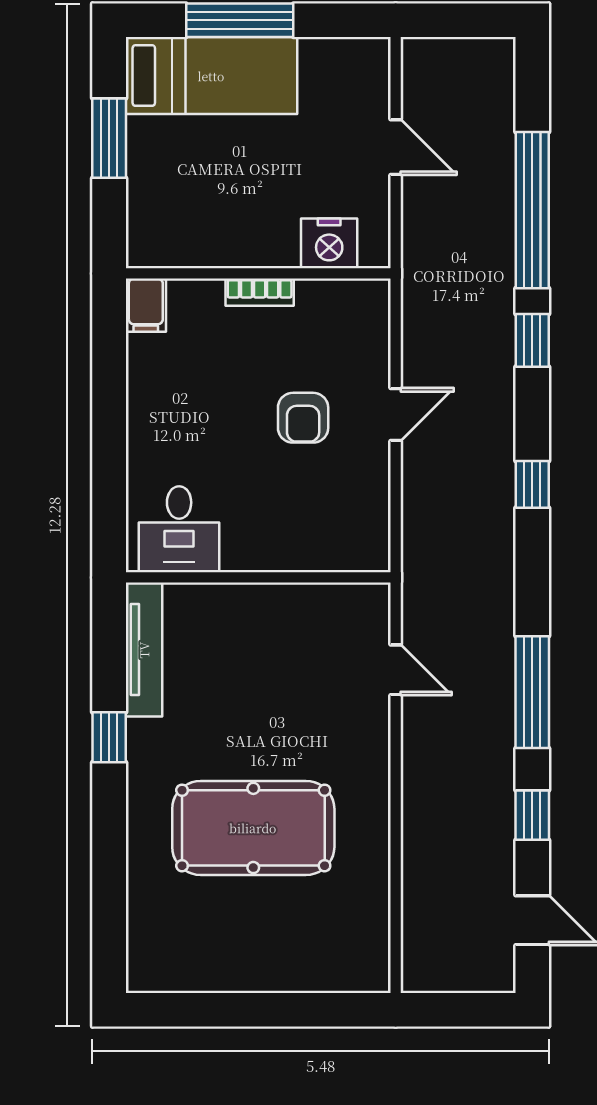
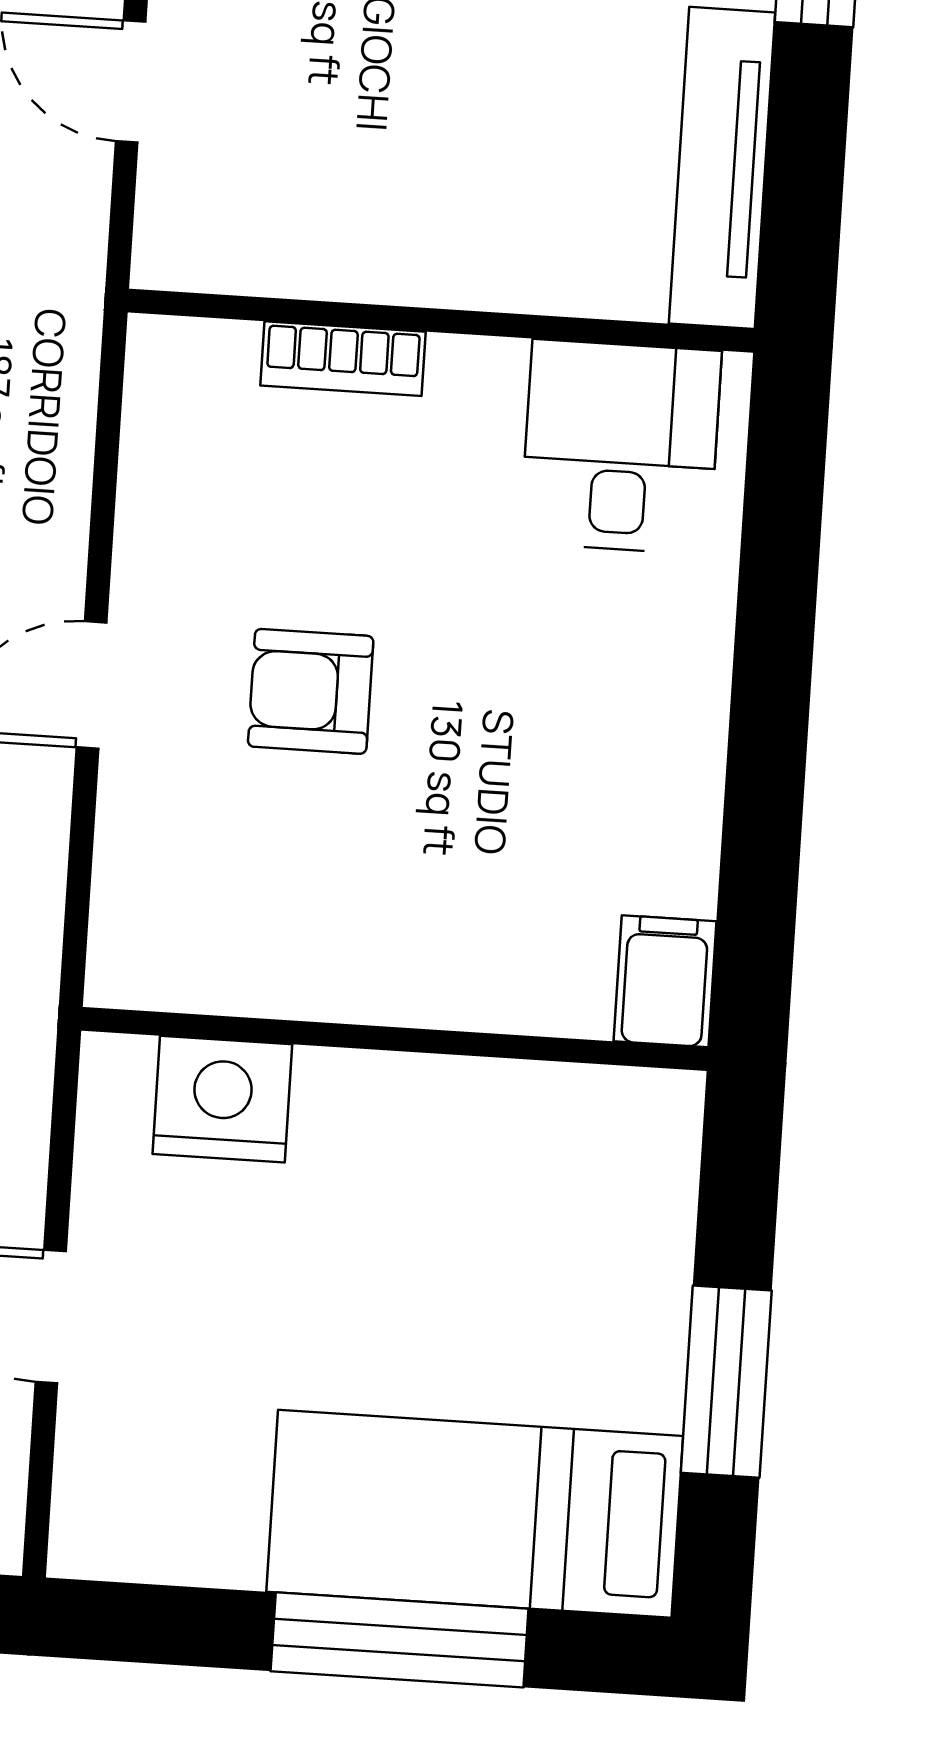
bookcase: (260, 292) -> (343, 359), moved, turned 180
armchair: (303, 418) -> (311, 691), turned -90

